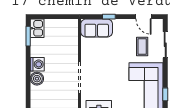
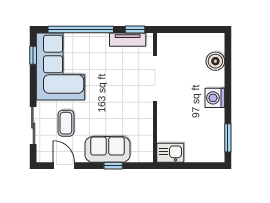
kitchen sink: (37, 28) -> (170, 153), moved, turned 90
sofa: (97, 28) -> (107, 149), moved
boiler: (37, 79) -> (215, 61), moved

